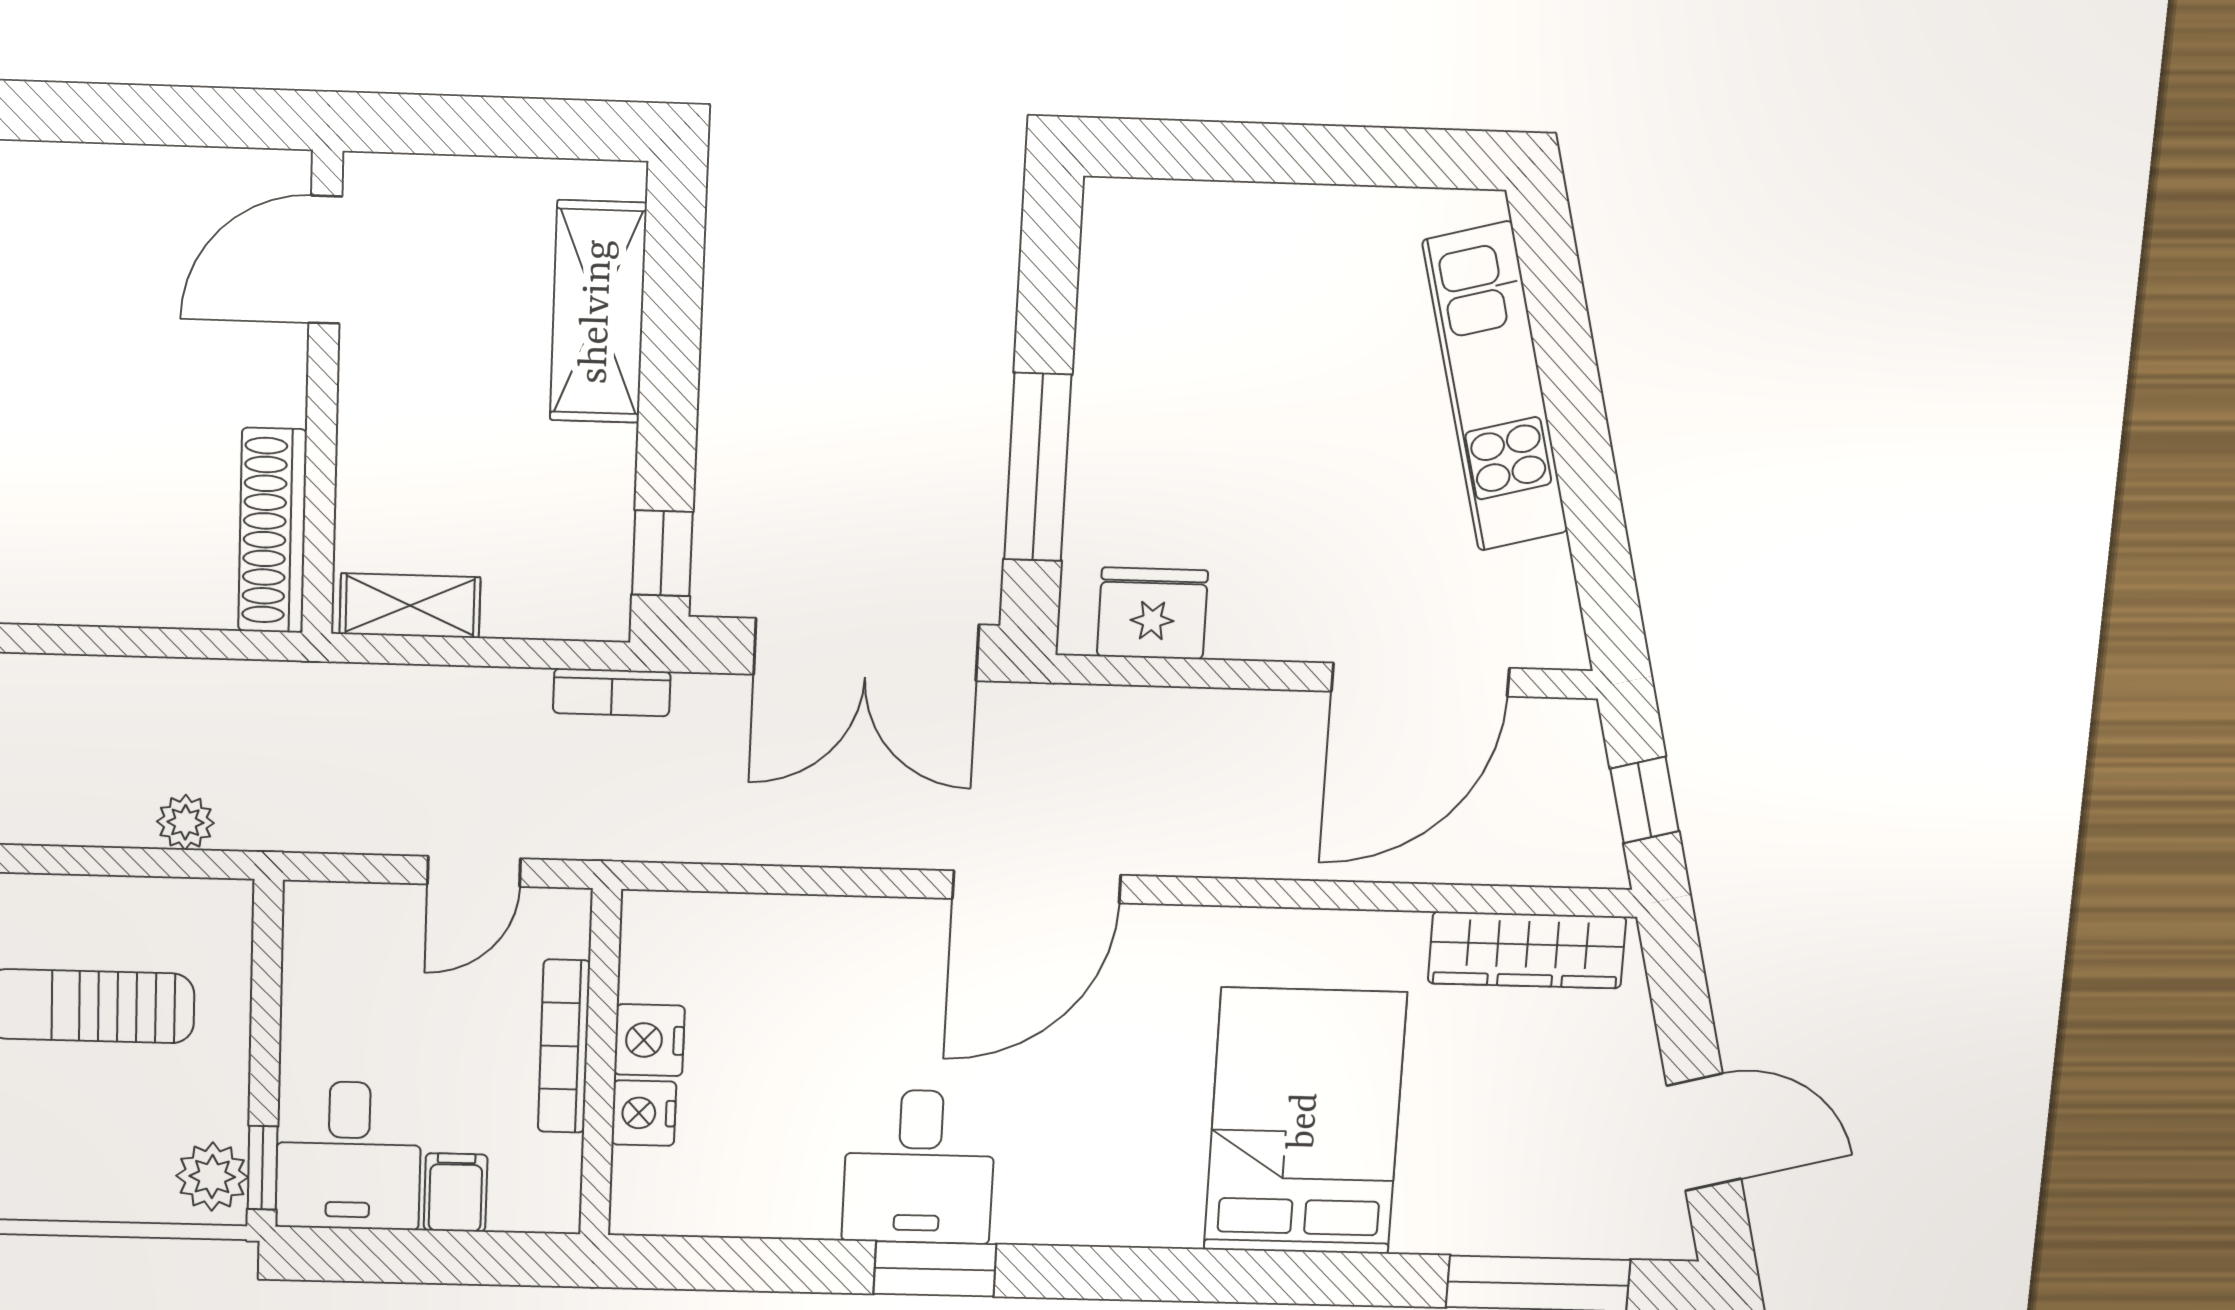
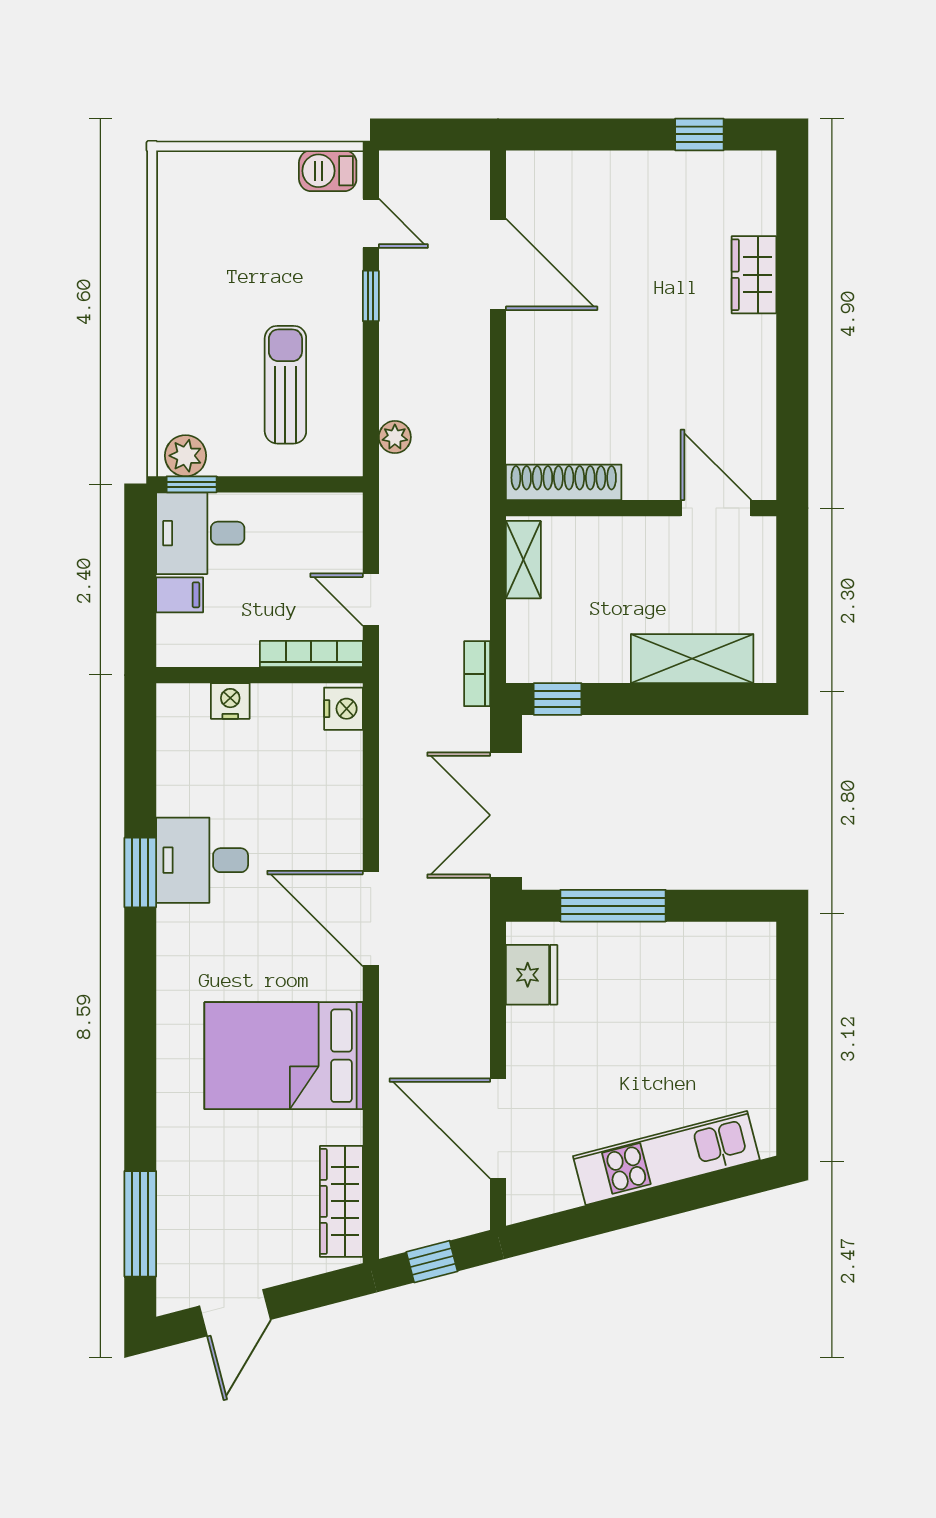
nightstand: (649, 1040) -> (343, 709), moved, turned 90
bookcase: (564, 1046) -> (311, 654), moved
bed: (1305, 1121) -> (284, 1056), moved, turned 180

